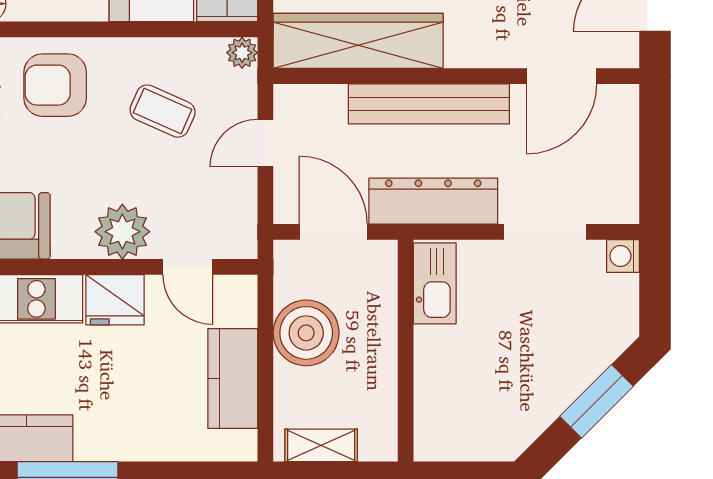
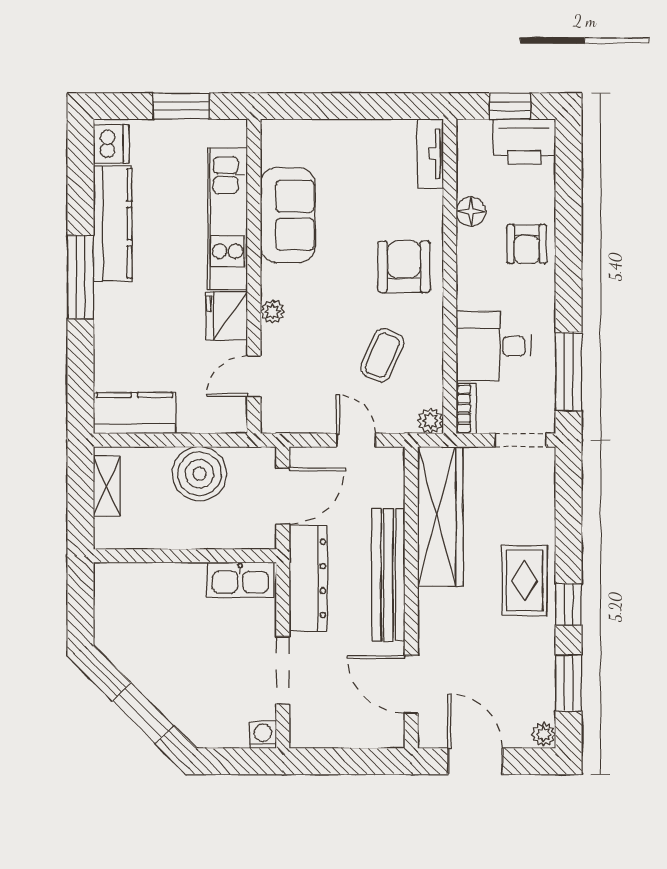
plant: (122, 232) -> (272, 312), width x0.53, depth x0.53
kitchen counter: (233, 379) -> (134, 413), moved

